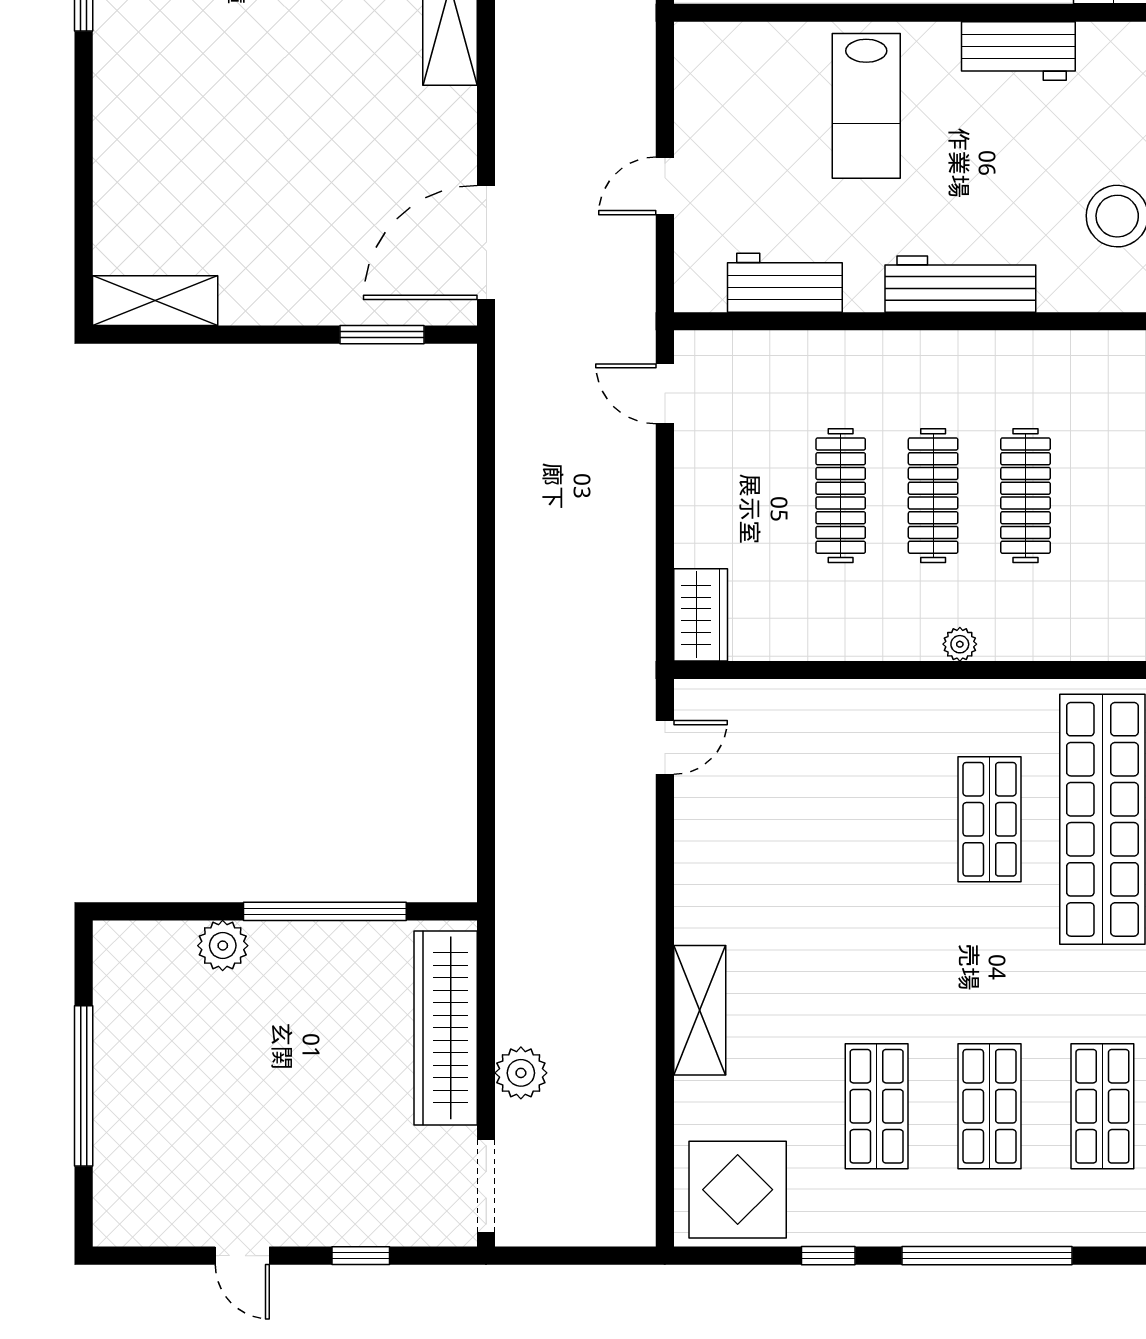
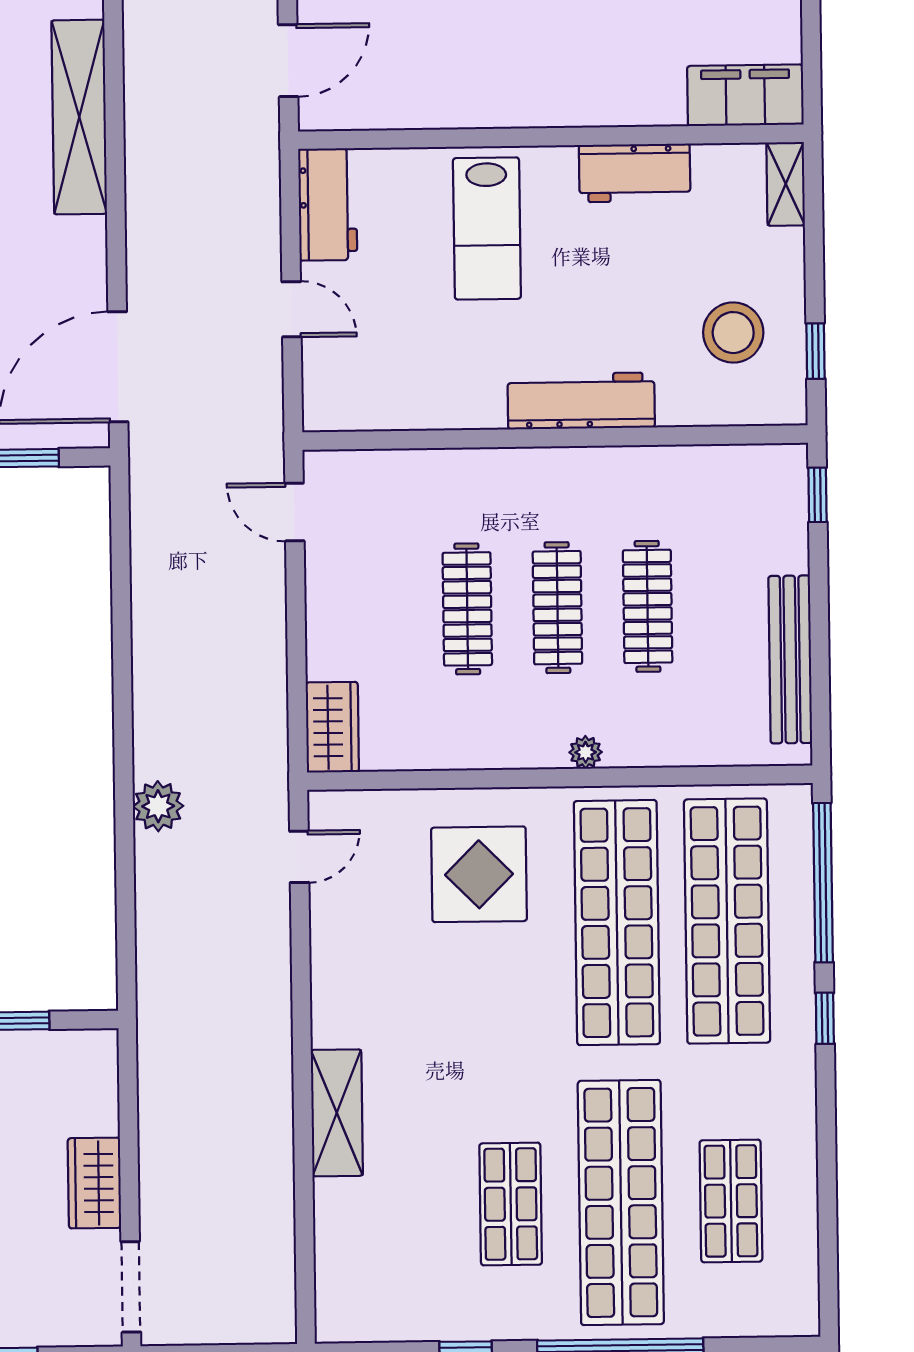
door: (665, 186) -> (292, 309), swing flipped
workbench: (785, 283) -> (328, 204), moved, turned 90
shop shelf: (990, 819) -> (617, 923), width x2.00, depth x1.36
wardrobe: (446, 1028) -> (94, 1183), width x0.48, depth x0.85
plant: (521, 1073) -> (158, 806), moved
shop shelf: (990, 1106) -> (621, 1202), width x2.00, depth x1.36
display table: (738, 1190) -> (479, 874), moved

